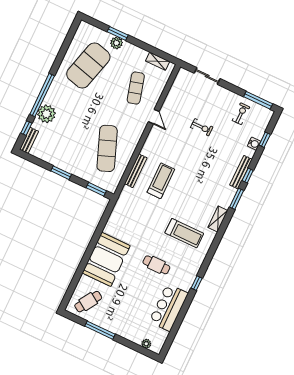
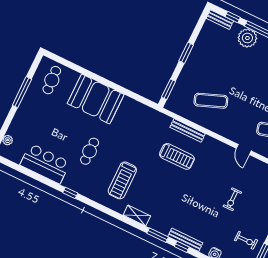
door: (154, 117) -> (244, 150), hinge flipped
exercise mat: (107, 148) -> (211, 101), width x0.73, depth x0.69
cafe table: (88, 302) -> (52, 80), turned 54

